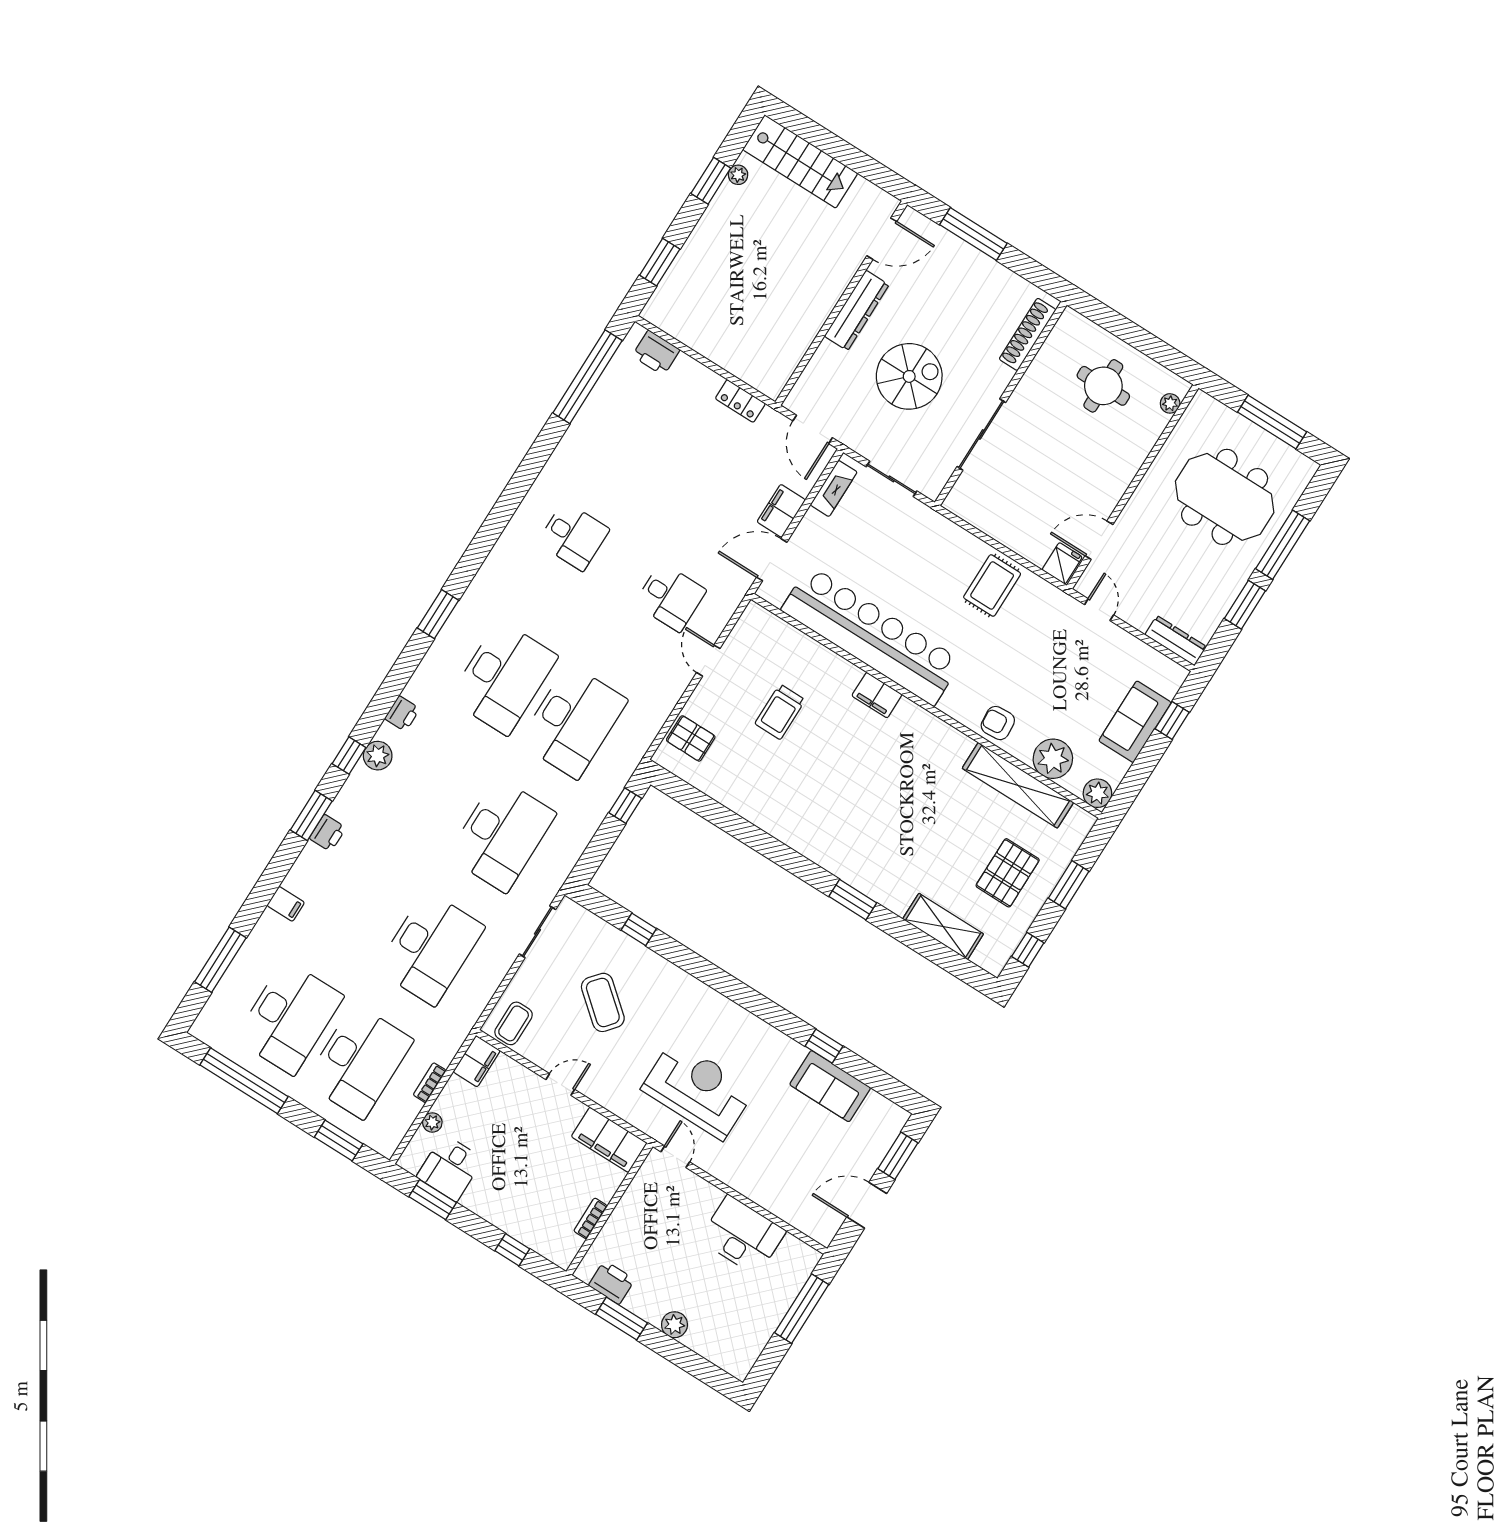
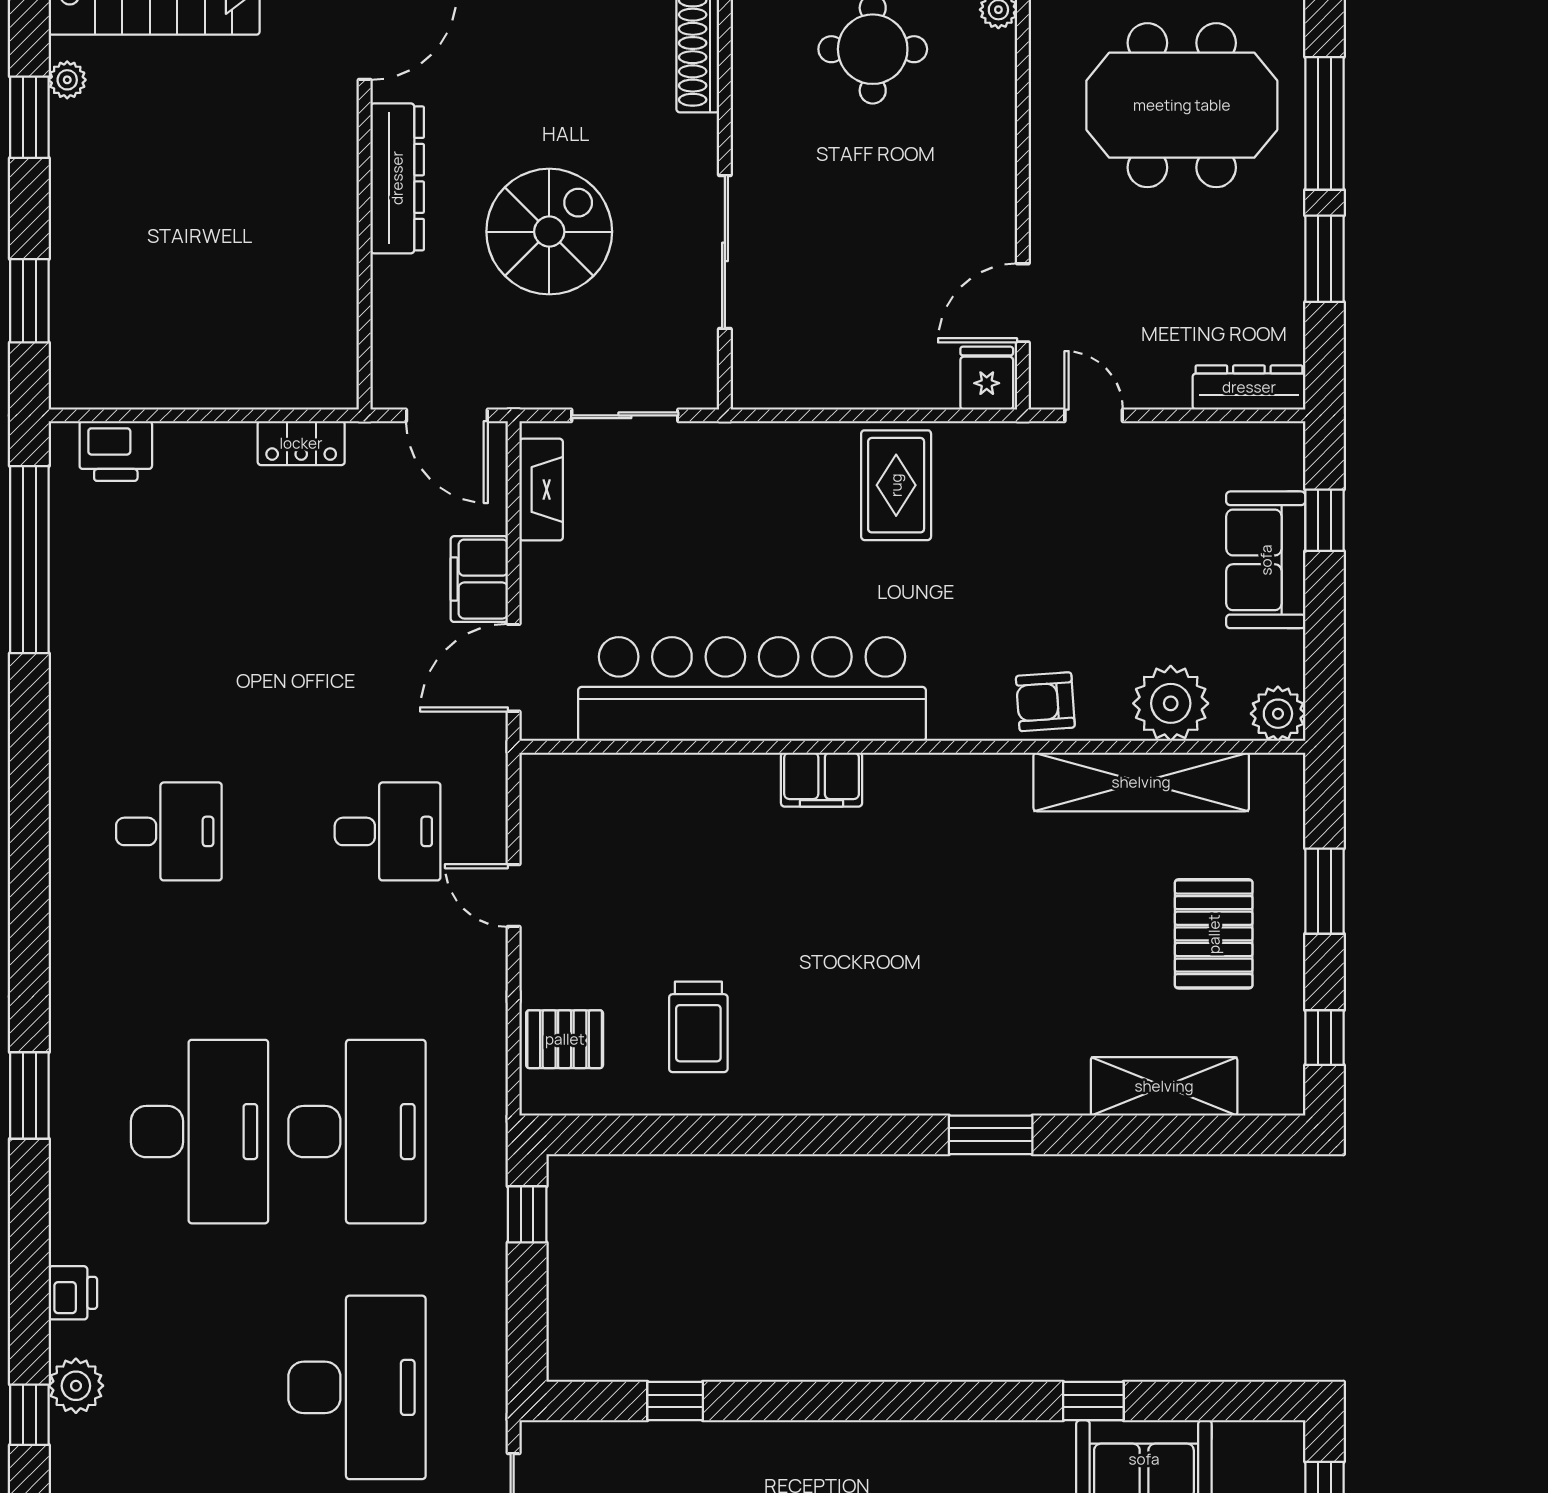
trolley: (780, 712) -> (698, 1027), moved

